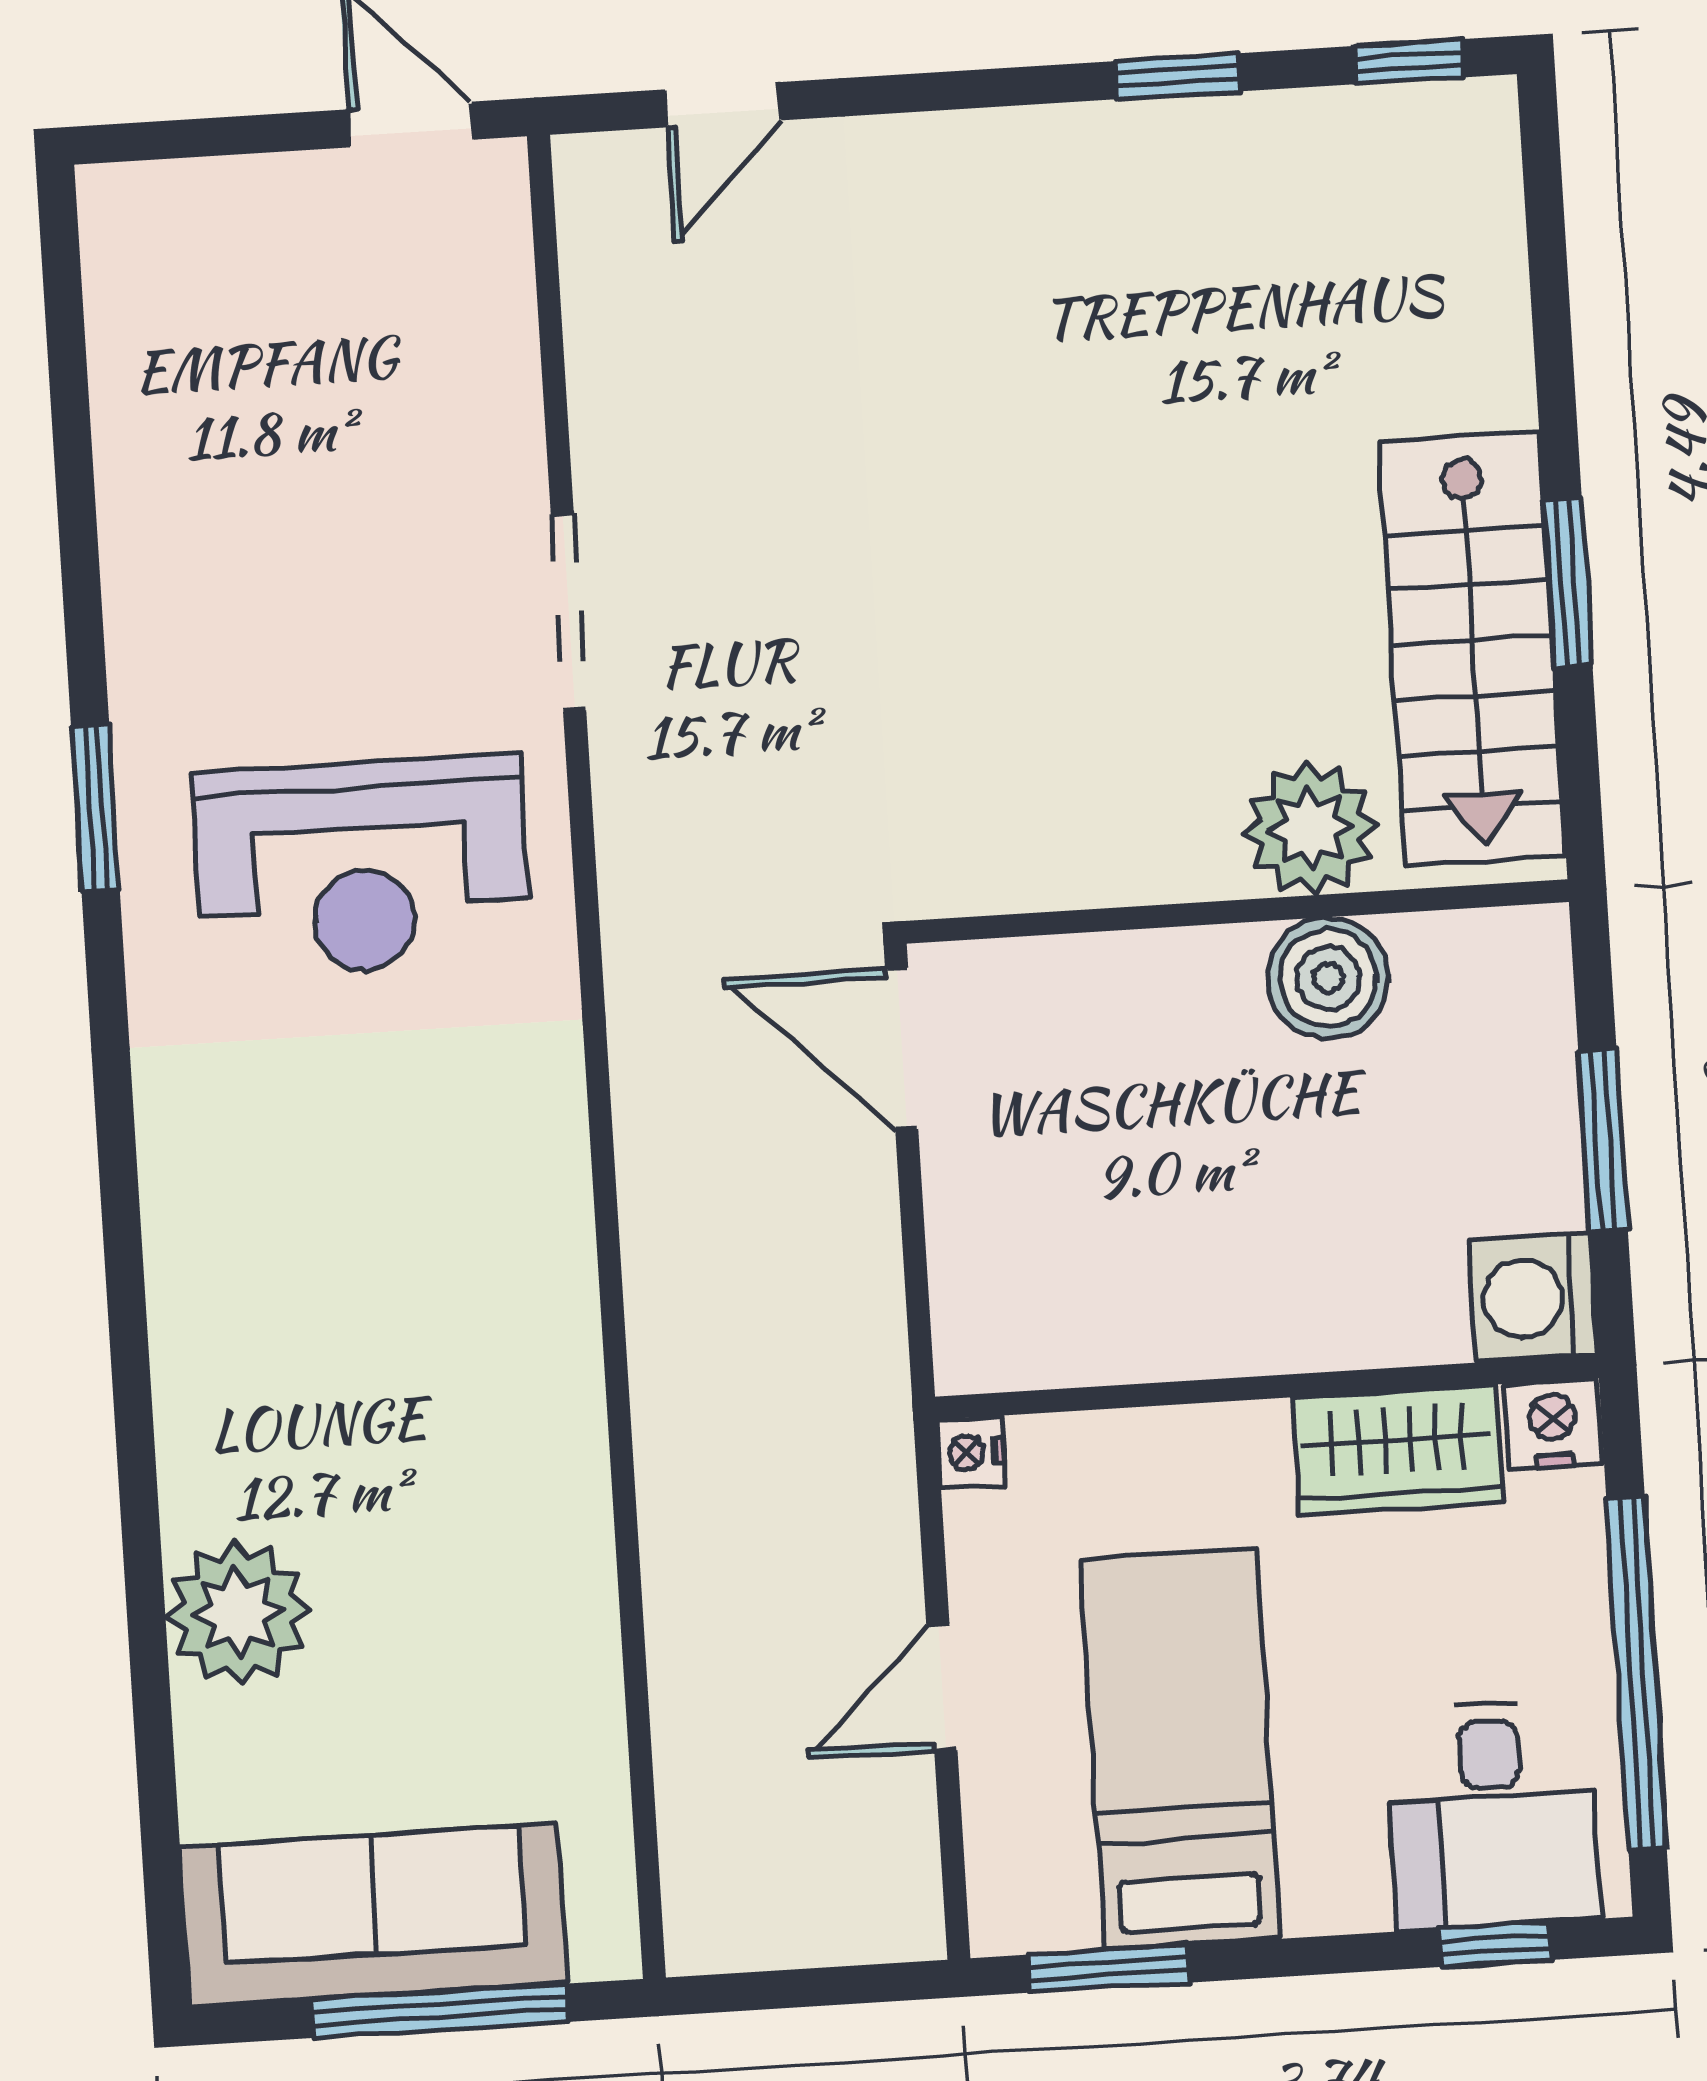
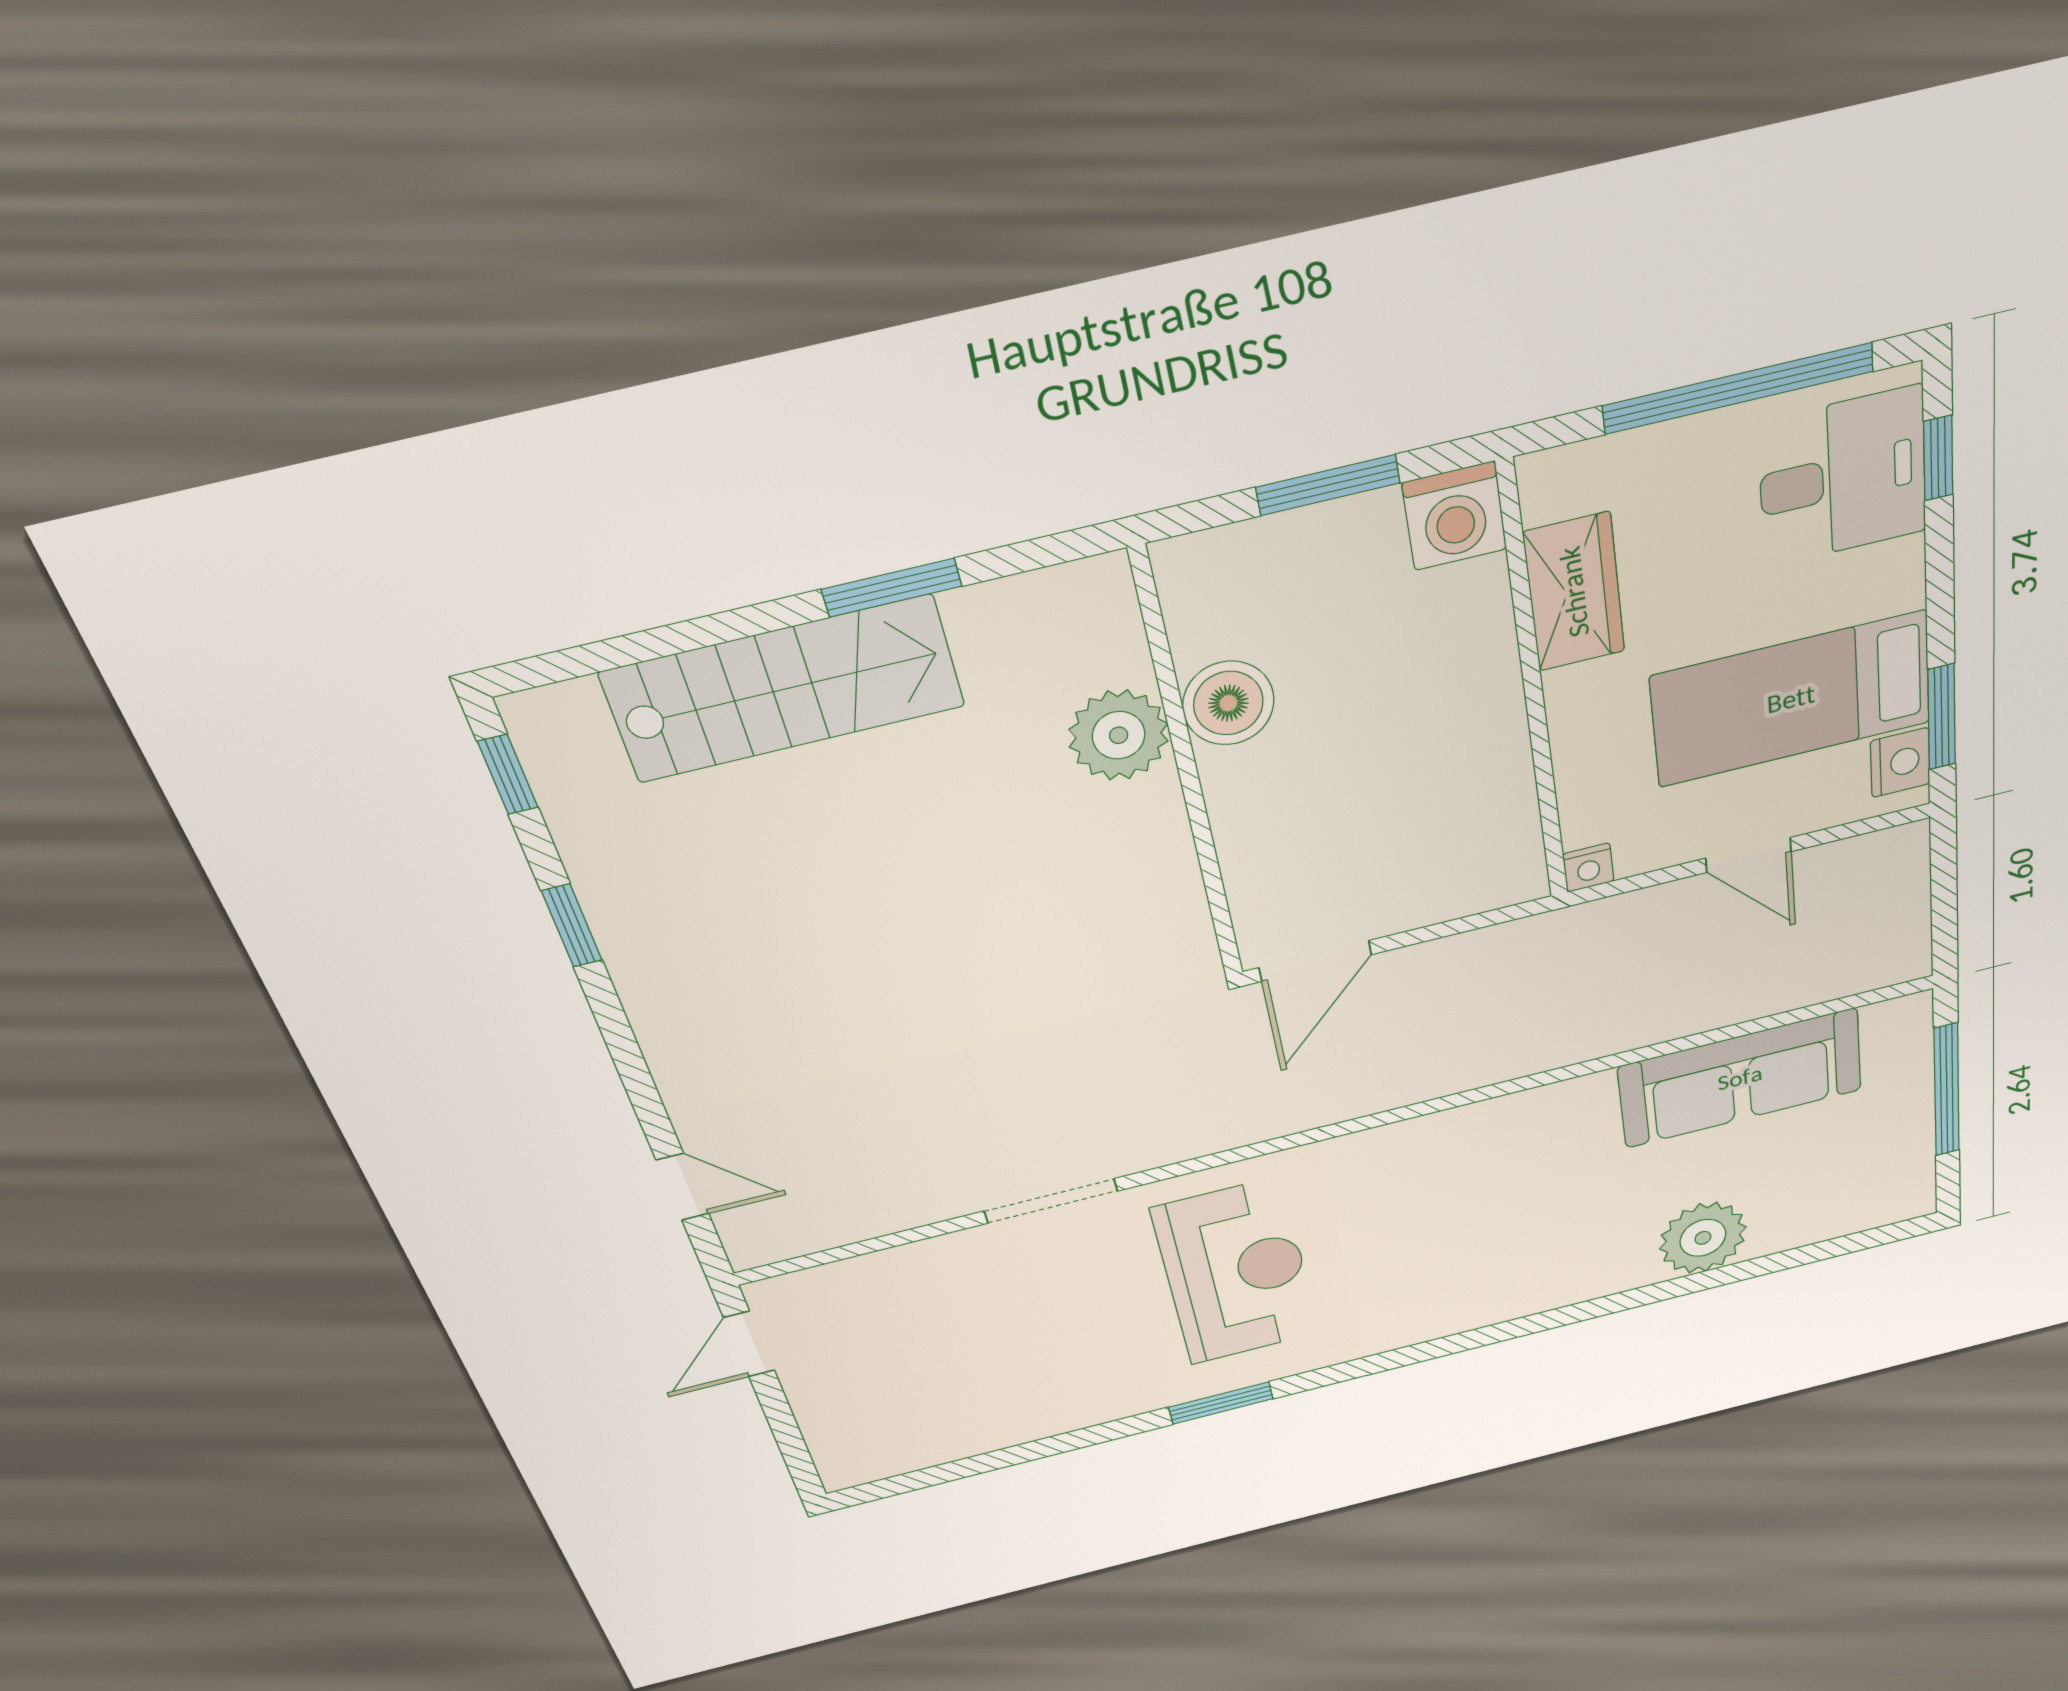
stairs: (1473, 649) -> (784, 689), moved
nightstand: (1552, 1424) -> (1900, 763), moved, turned 180
sofa: (373, 1915) -> (1740, 1078), moved, turned -90

